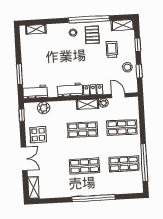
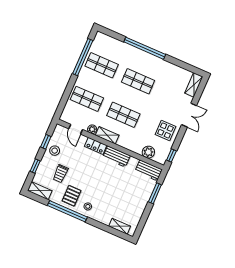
double door: (24, 159) -> (189, 115), swing flipped

